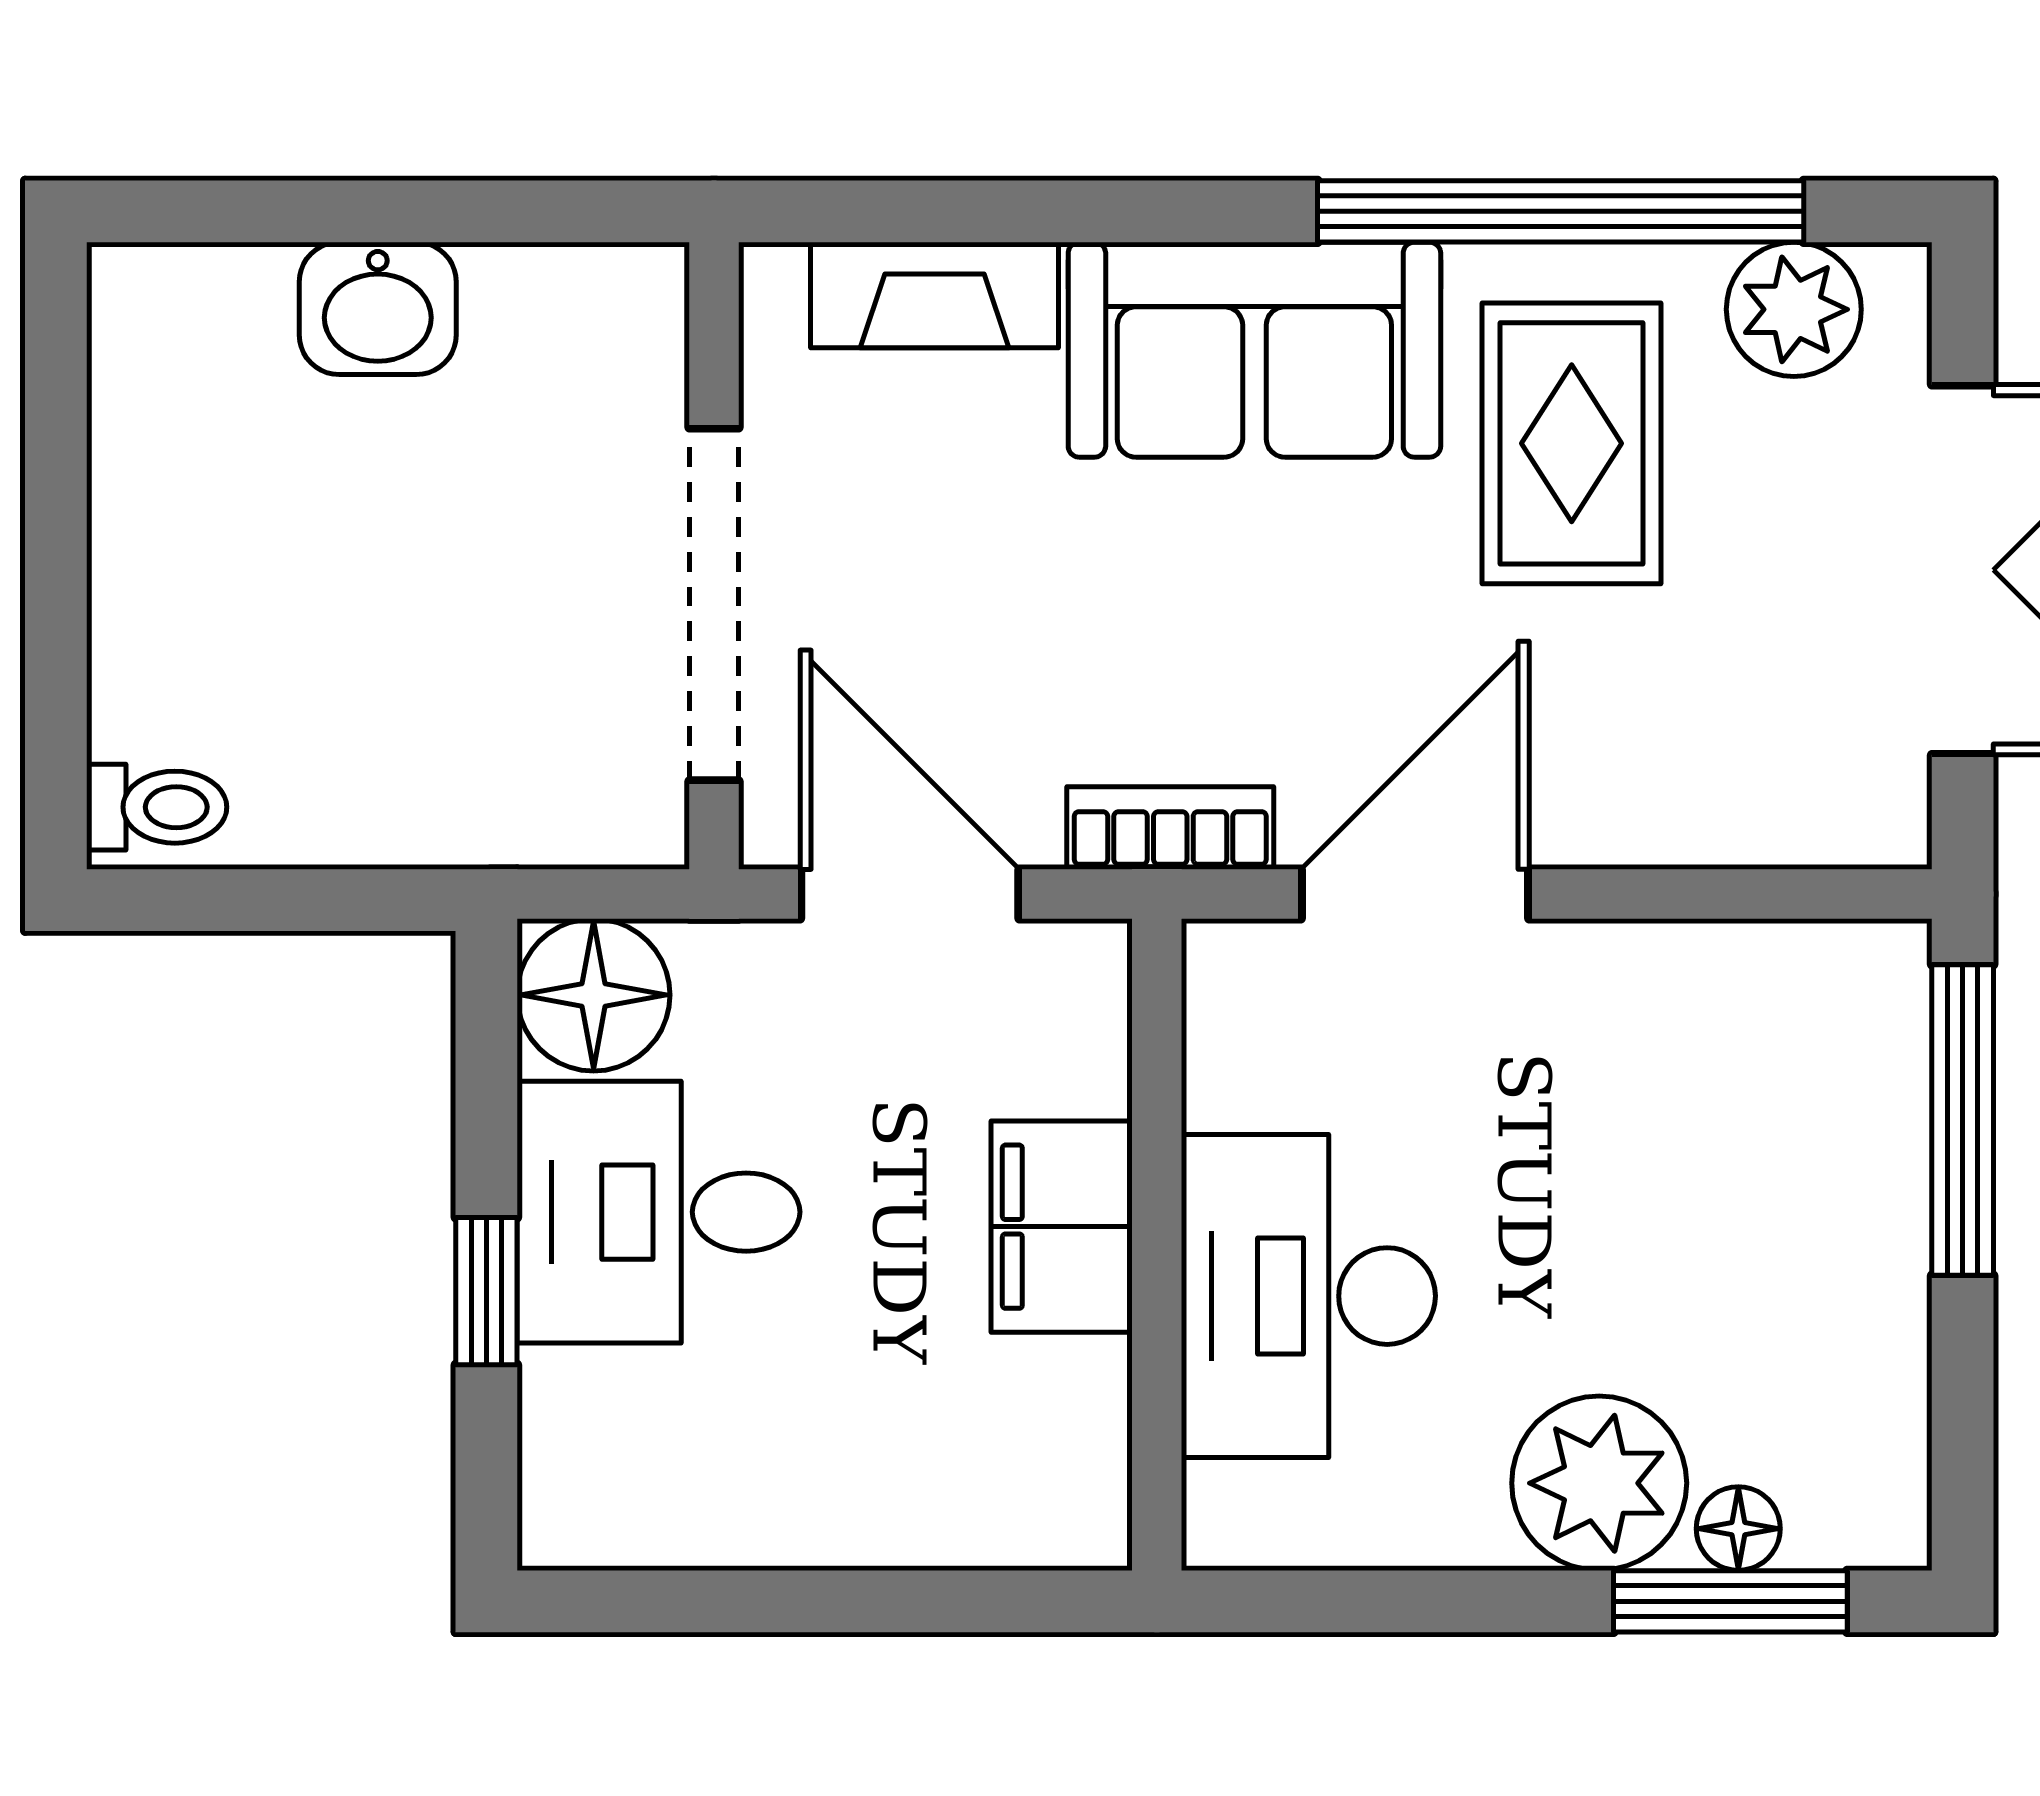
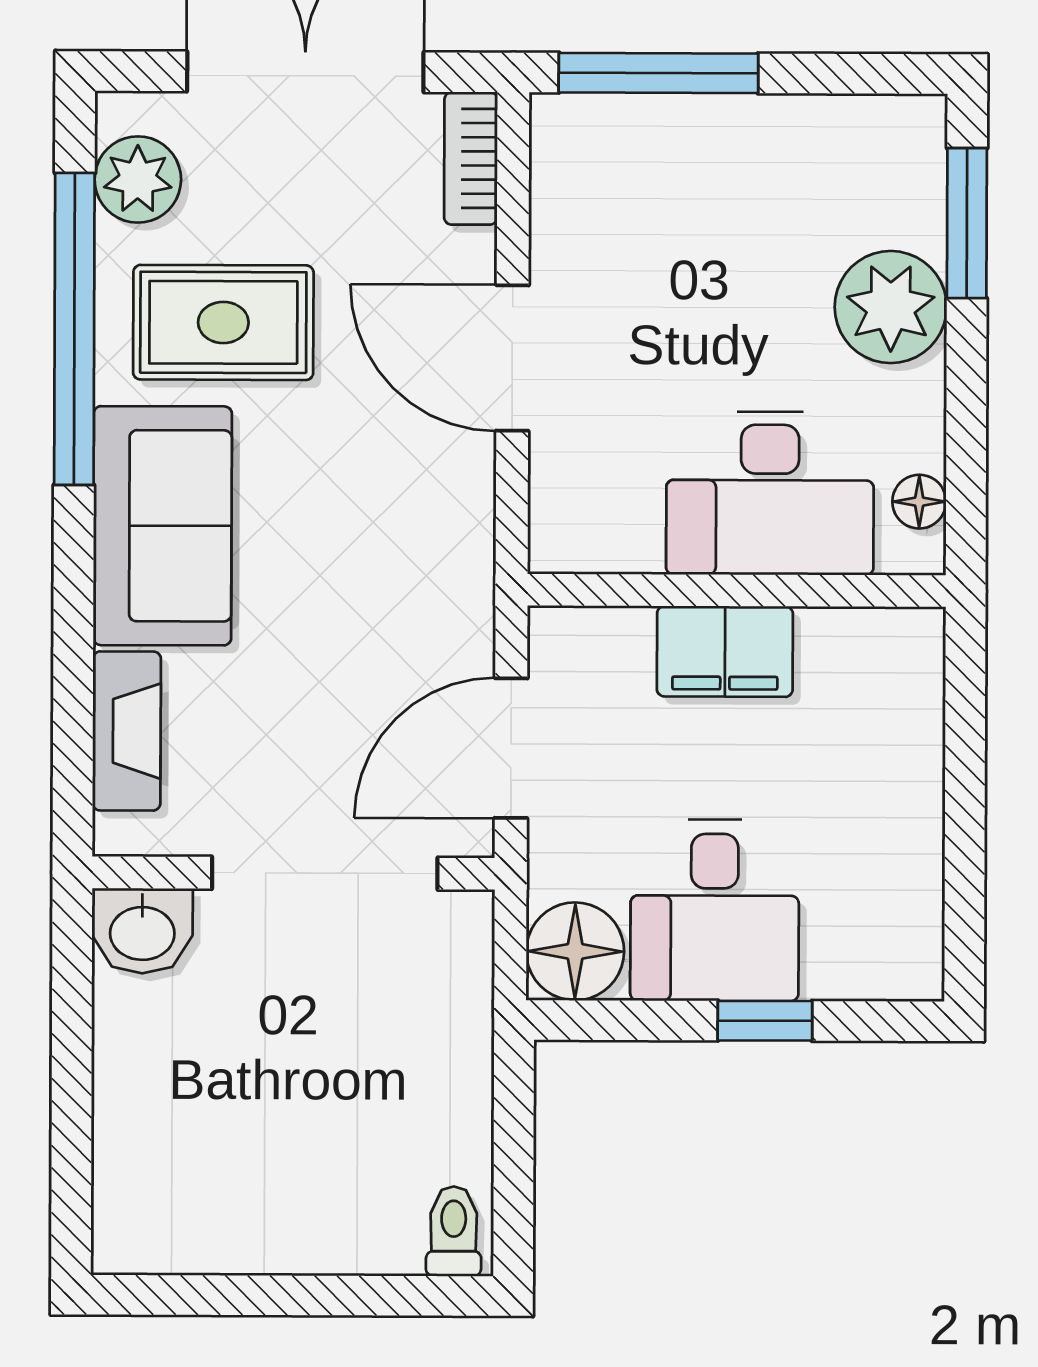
washbasin: (378, 308) -> (142, 931), moved, turned 90
bookcase: (1170, 828) -> (471, 158), moved
door: (1415, 894) -> (512, 358), moved
floor lamp: (1738, 1529) -> (919, 502), moved

